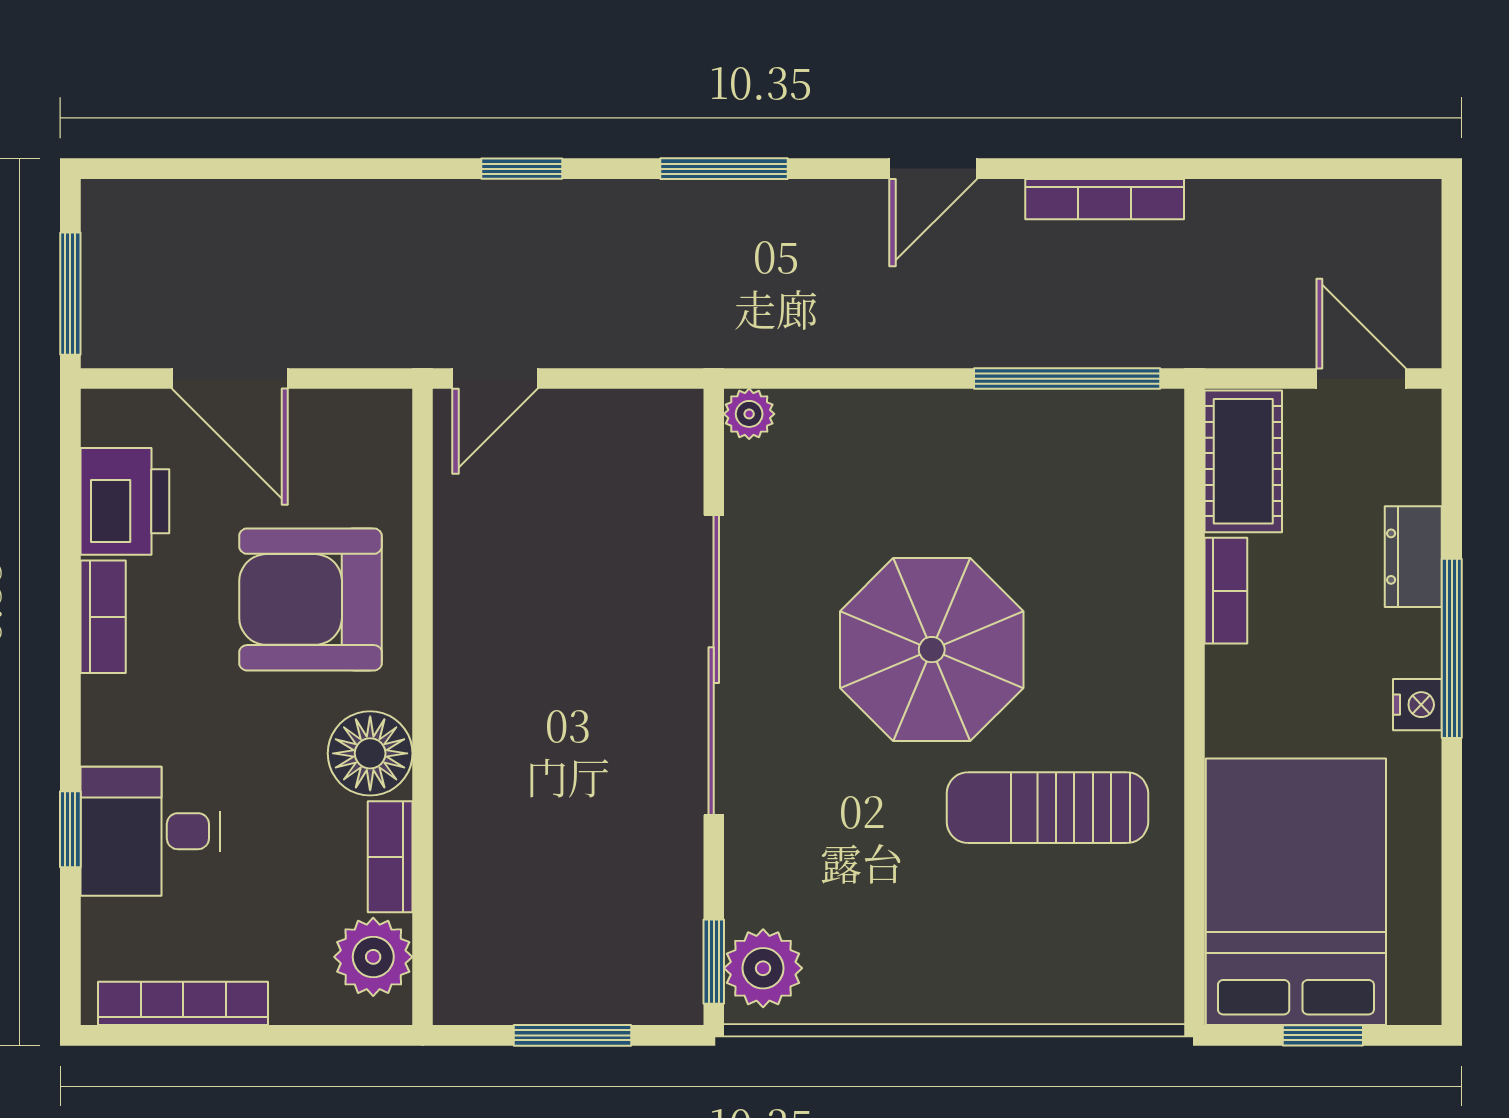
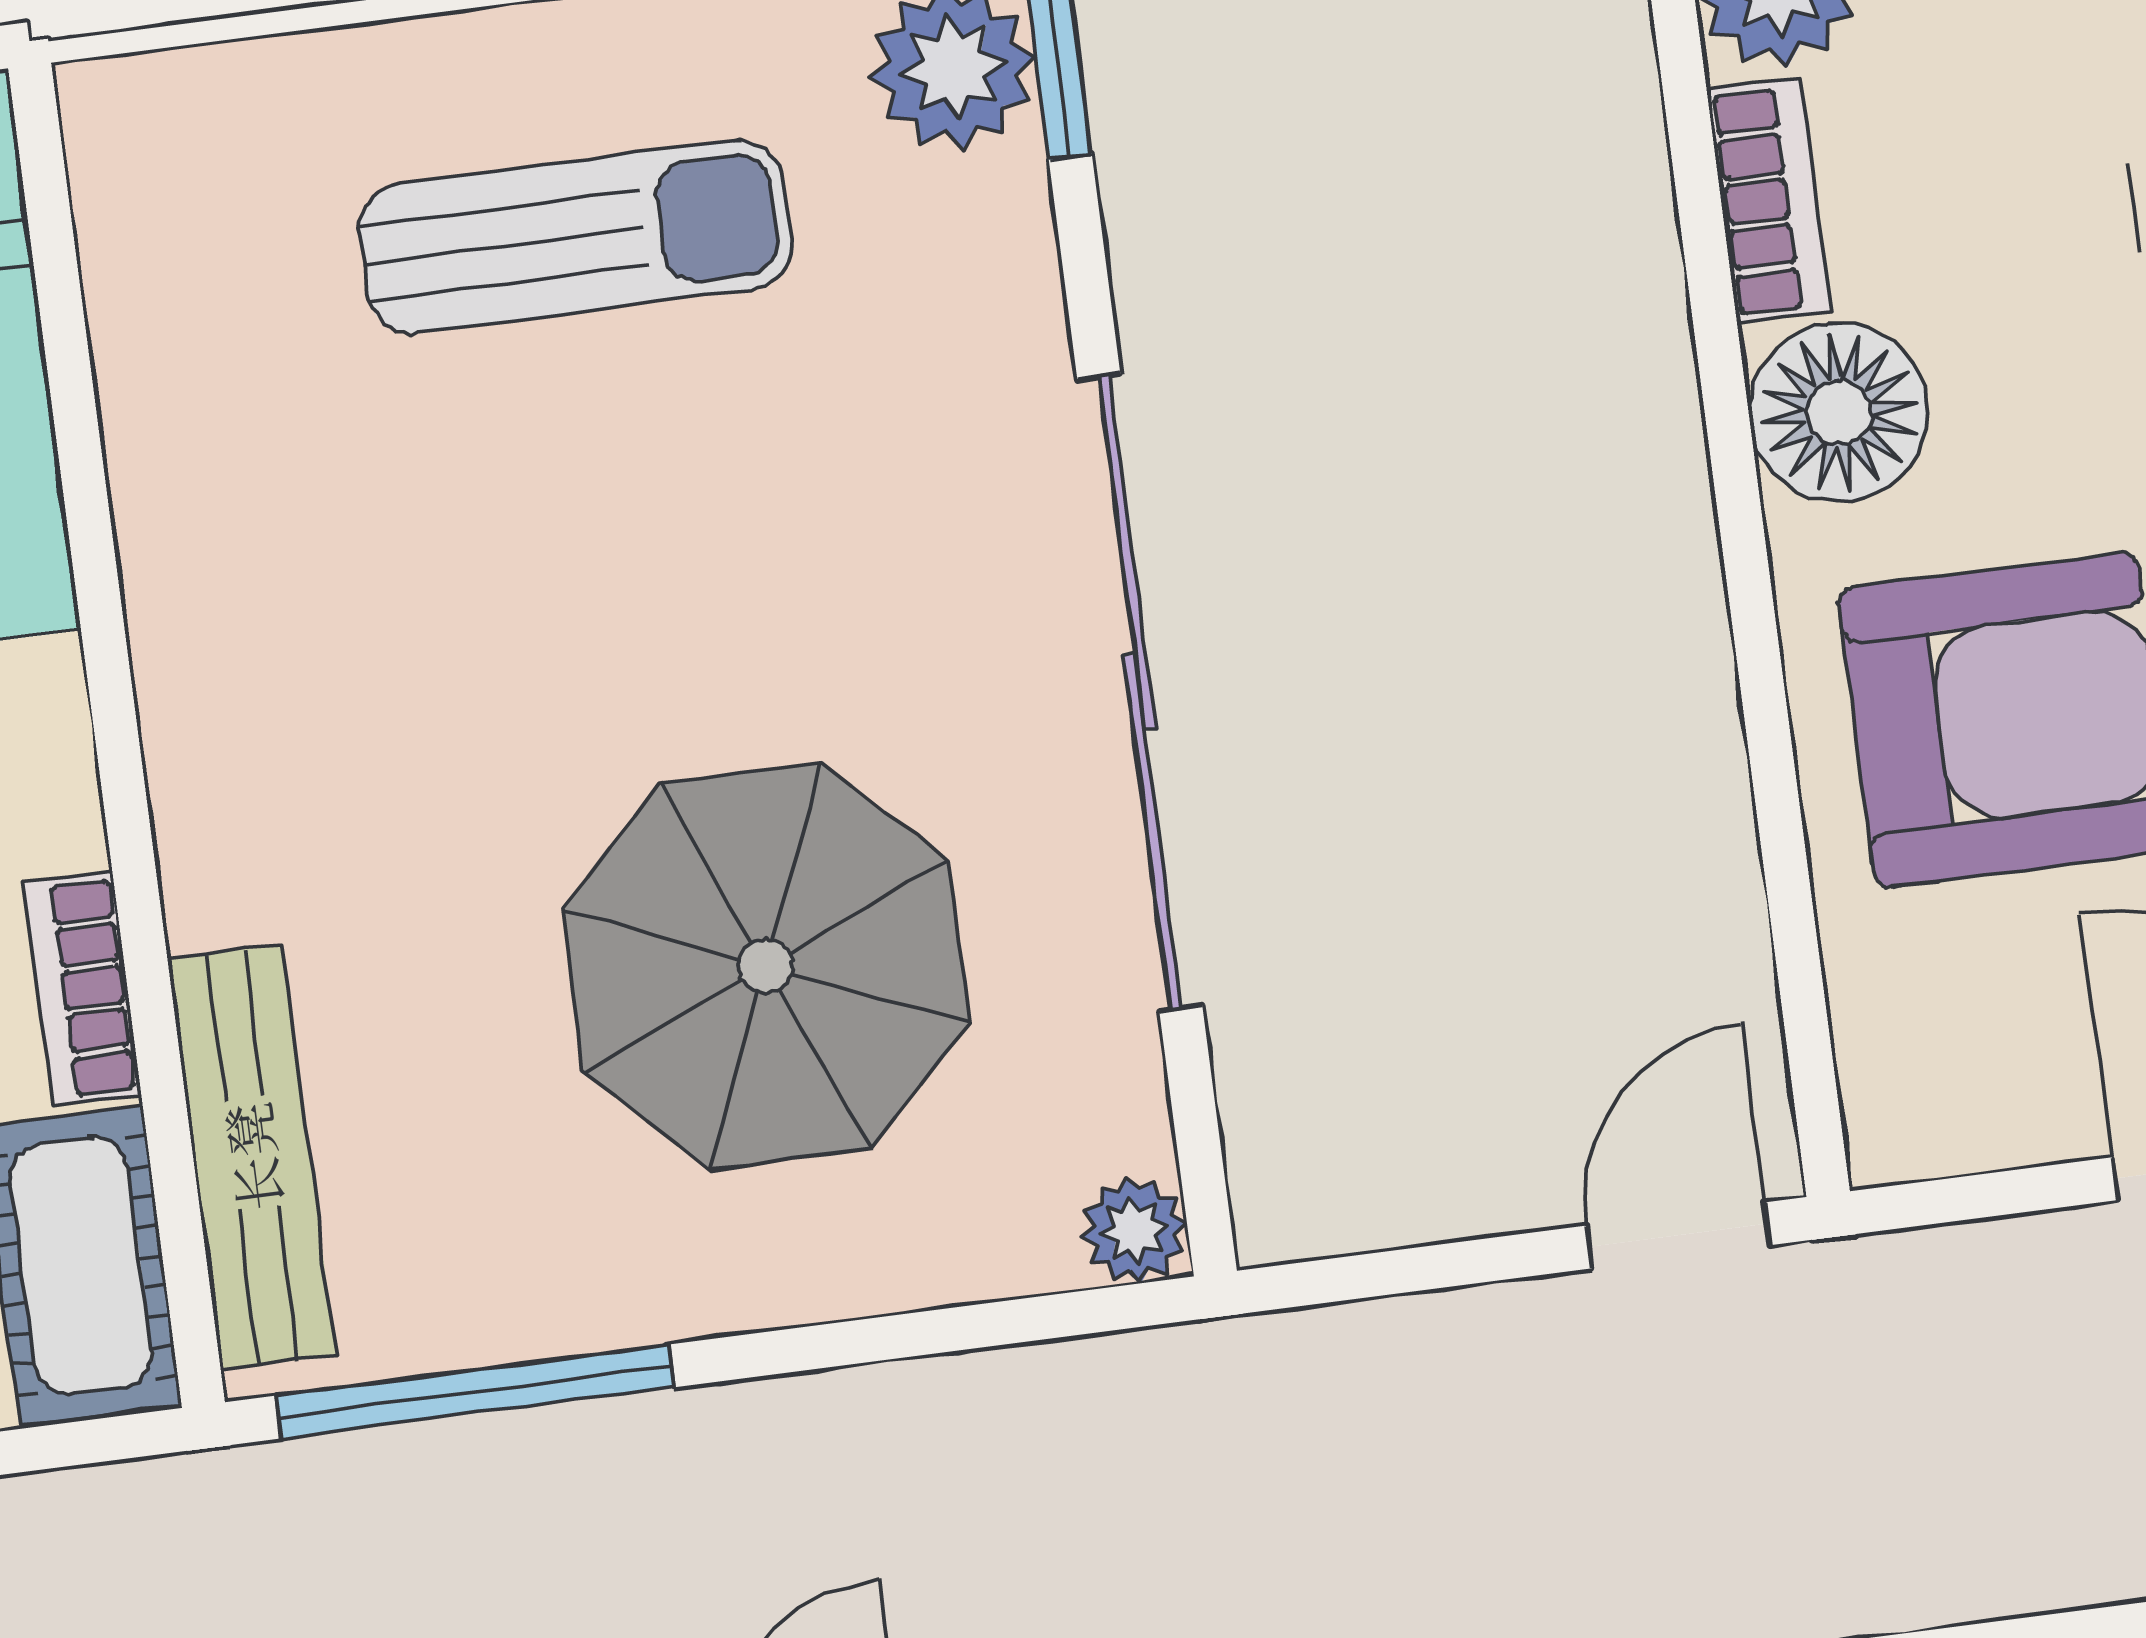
bench: (1157, 502) -> (252, 1157), added
parasol: (932, 650) -> (766, 966), moved
sun lounger: (1047, 808) -> (575, 237), moved

